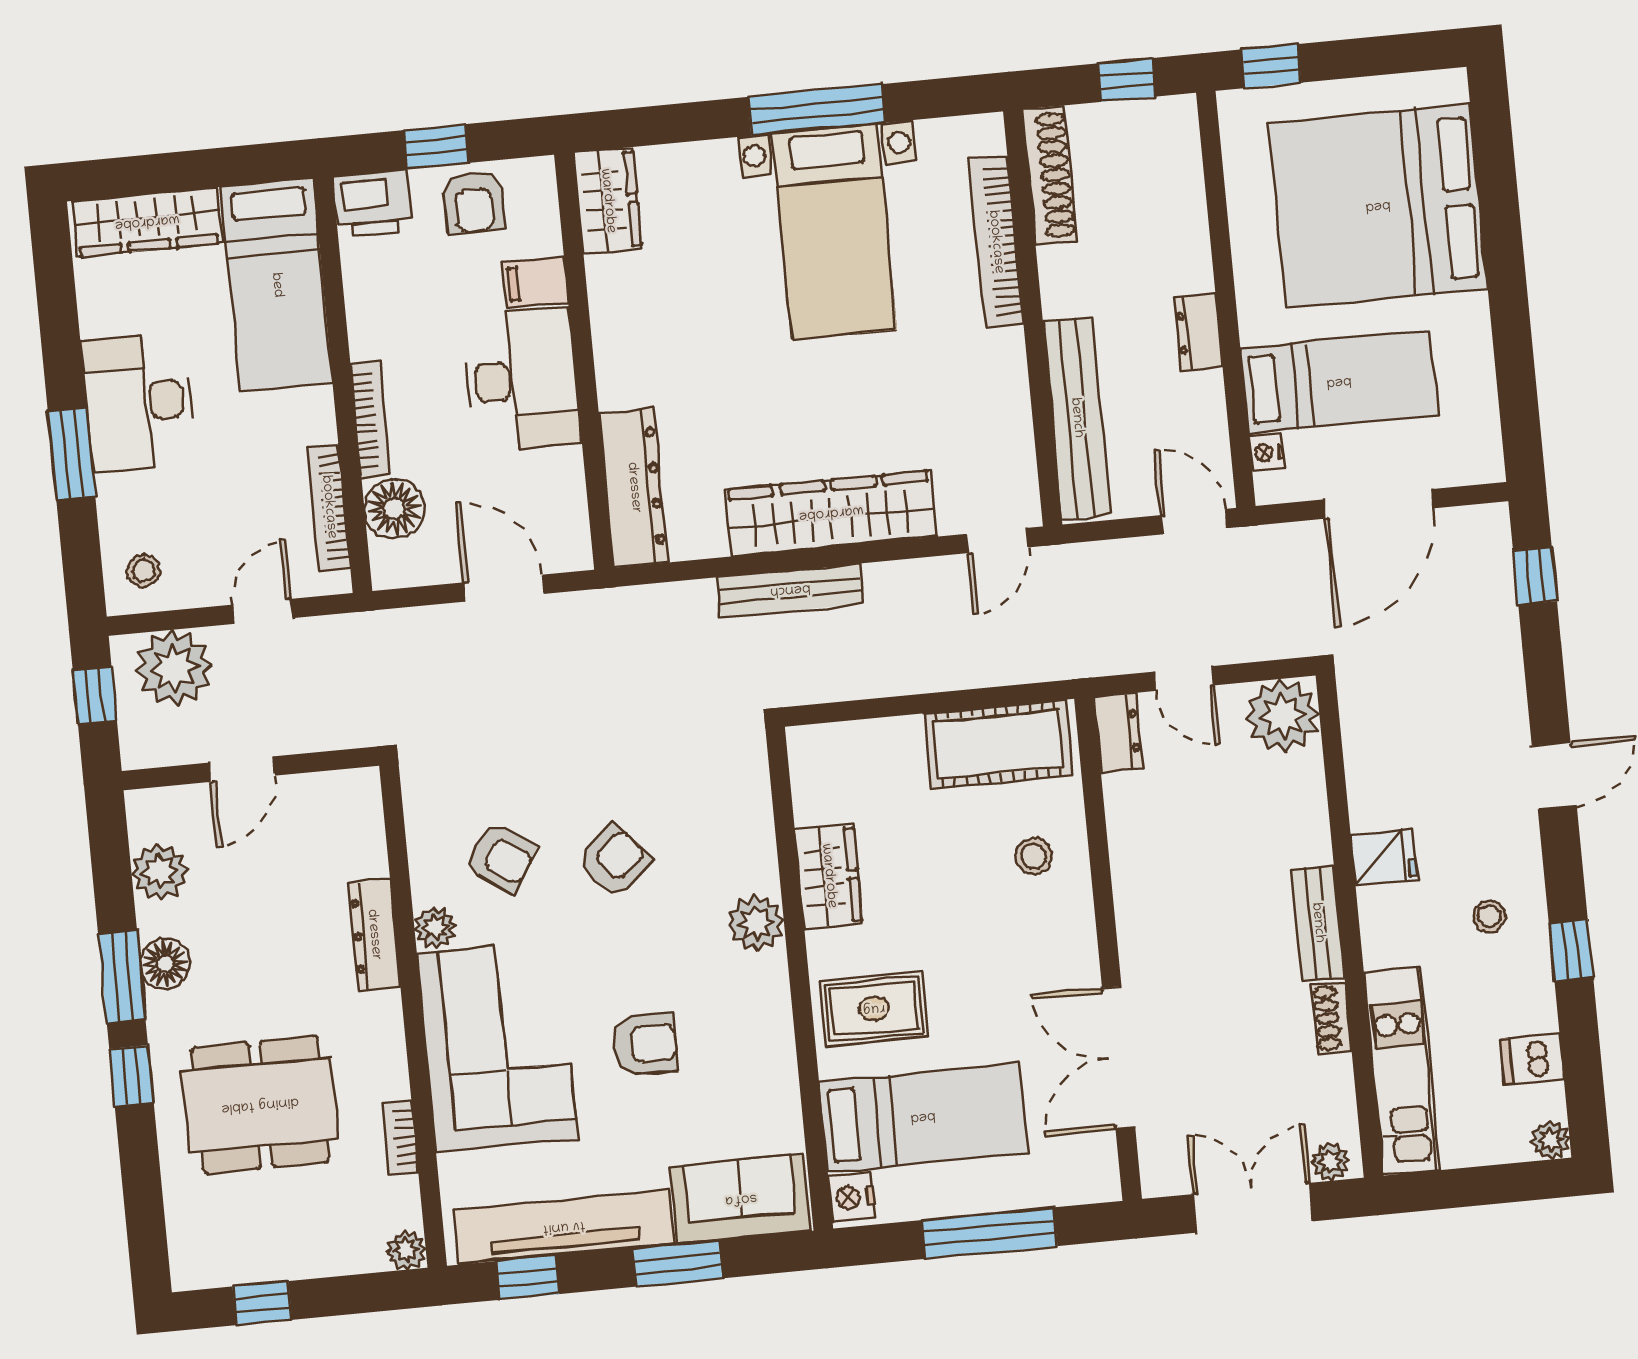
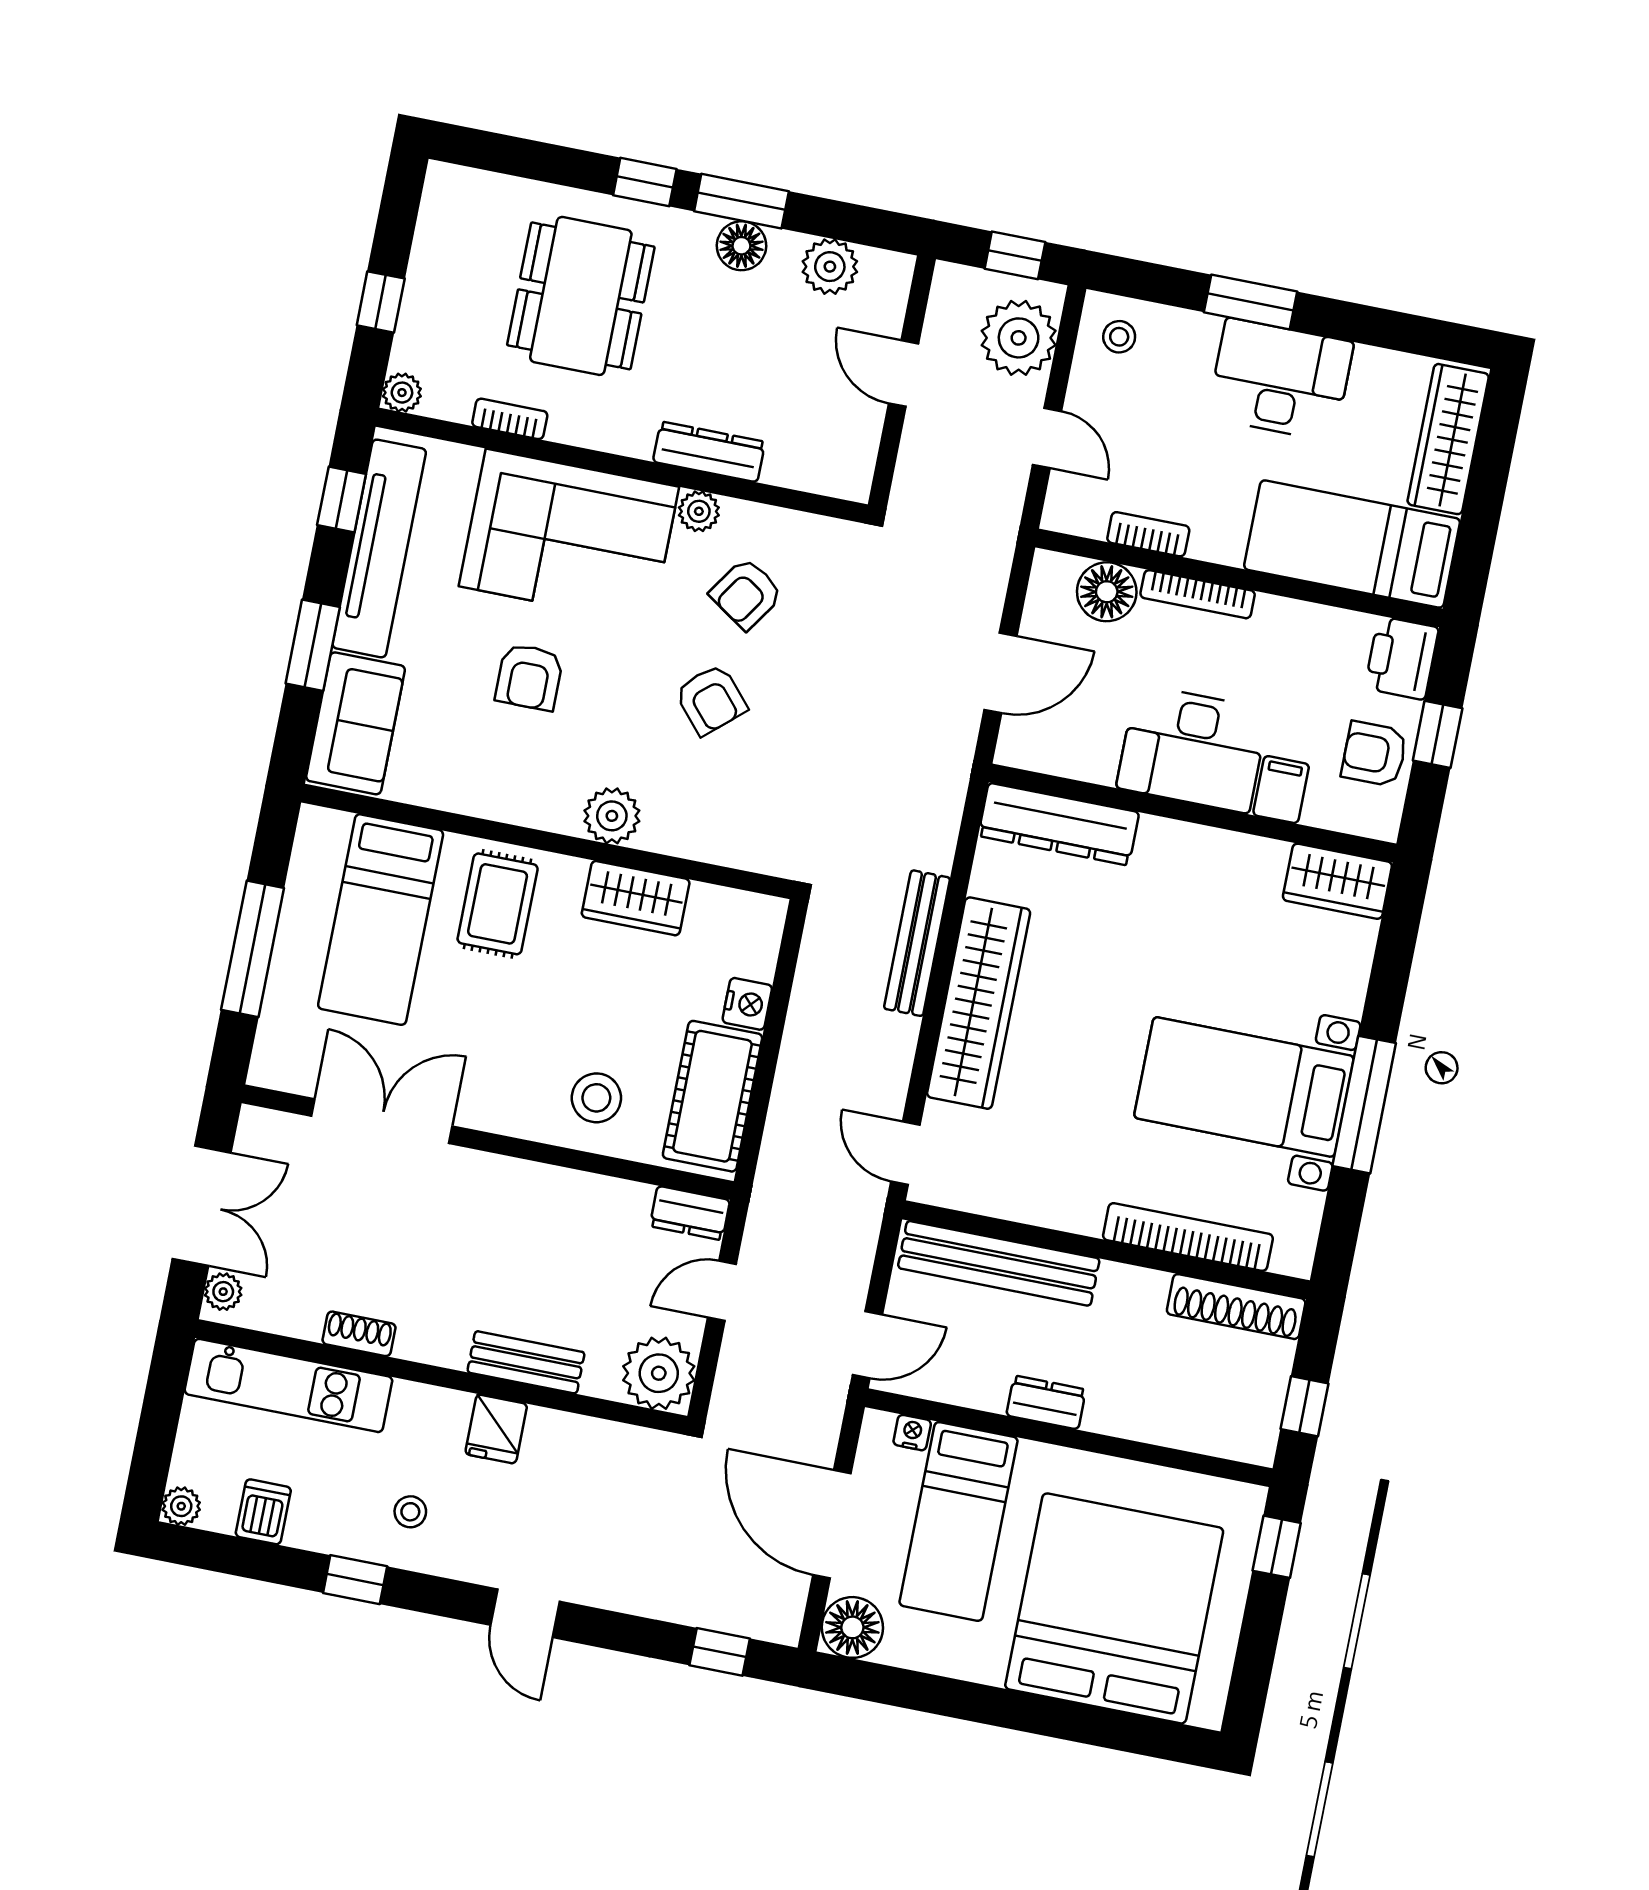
floor lamp: (1473, 454) -> (852, 1627), added
bookcase: (329, 507) -> (1148, 534), width x0.64
stool: (1034, 856) -> (596, 1098), width x1.37, depth x1.37
bench: (1318, 923) -> (526, 1362), moved
nightstand: (852, 1197) -> (747, 1004), moved, turned 90
window: (262, 1303) -> (381, 302), moved

